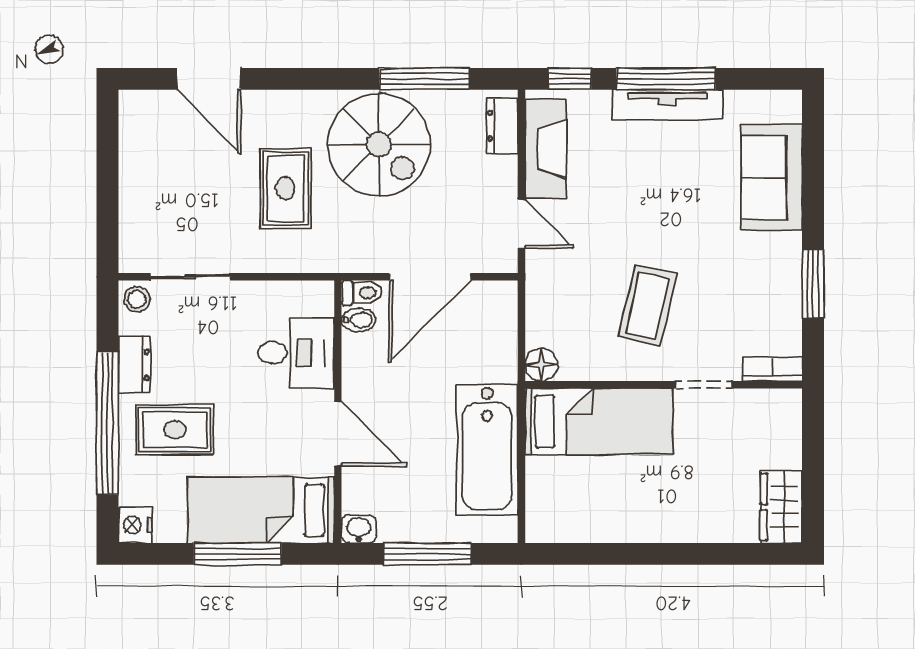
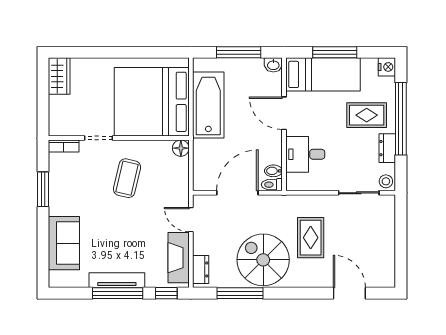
bed: (599, 422) -> (152, 102), width x2.04

